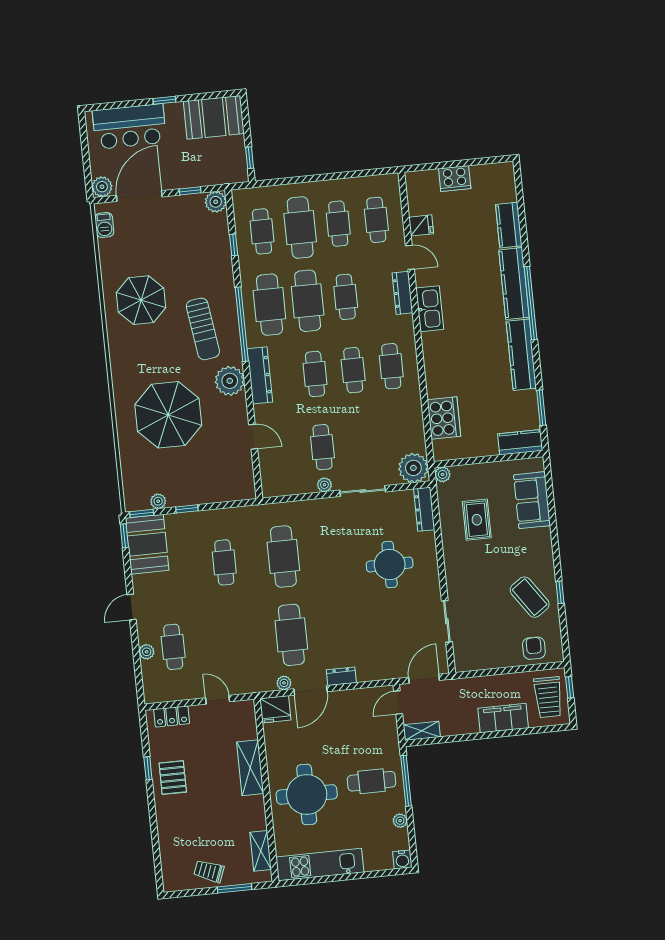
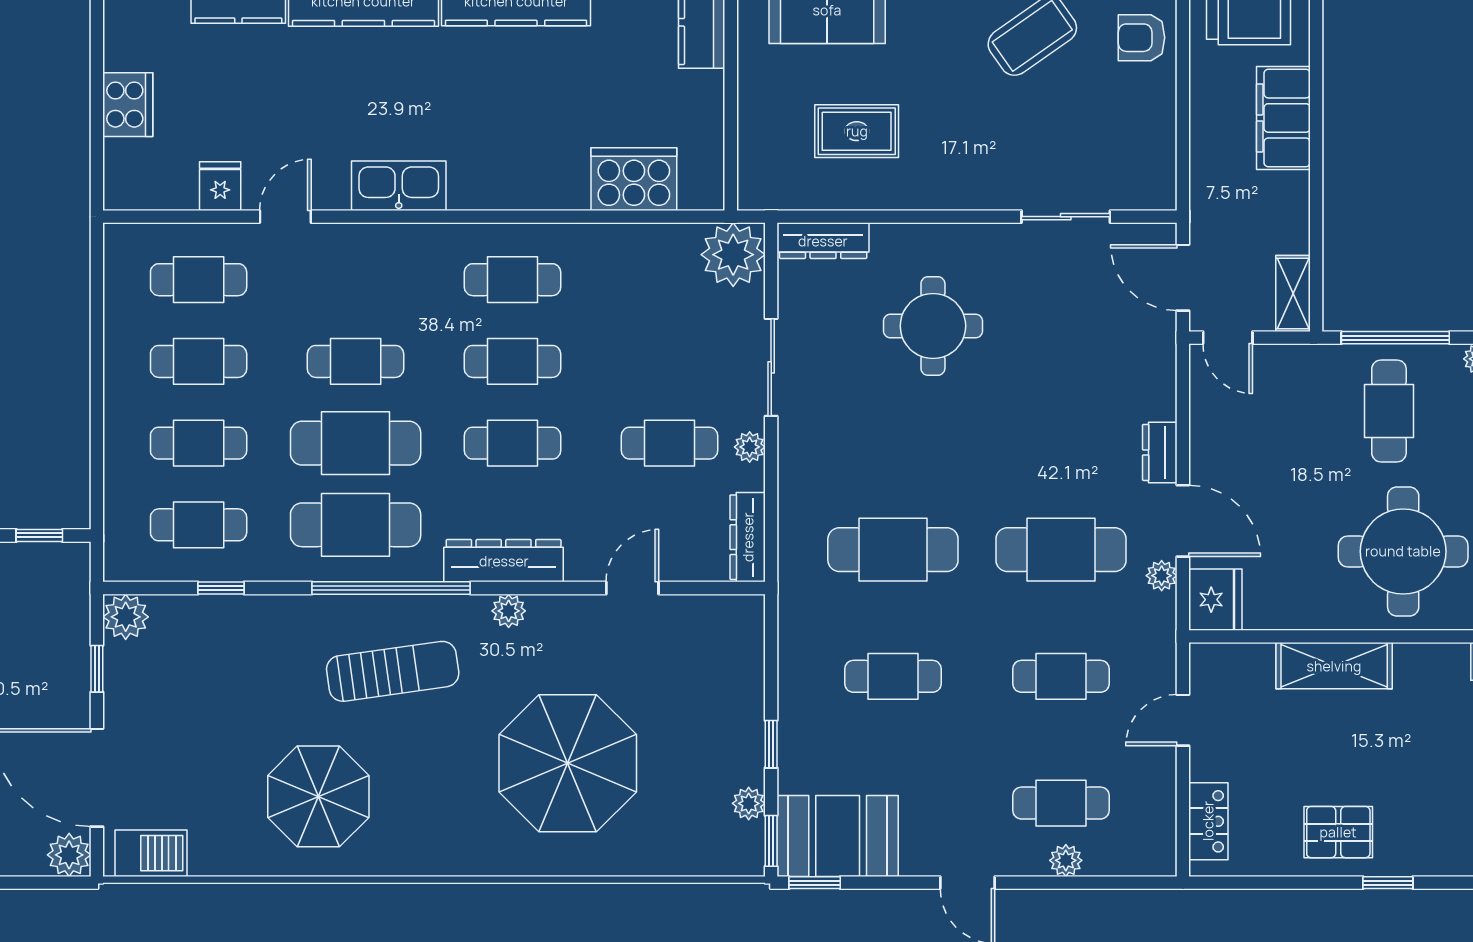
barbecue: (104, 225) -> (151, 853), width x1.38, depth x1.27
cafe table: (300, 228) -> (199, 443), width x0.73, depth x0.74
dresser: (402, 293) -> (748, 537), moved, turned 90
plant: (230, 381) -> (509, 611), width x0.53, depth x0.53
plant: (443, 474) -> (753, 194), removed
cafe table: (232, 641) -> (1061, 676), added
window: (148, 768) -> (1388, 883), moved

